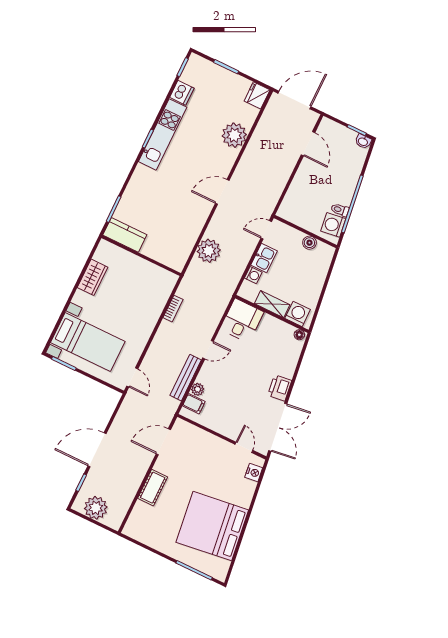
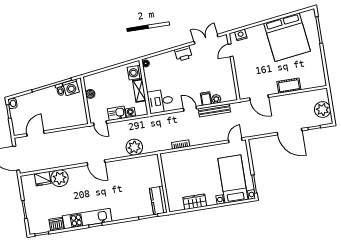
fridge: (257, 95) -> (43, 179), moved
filing cabinet: (194, 404) -> (206, 99), moved
double door: (278, 427) -> (206, 39), width x0.73

